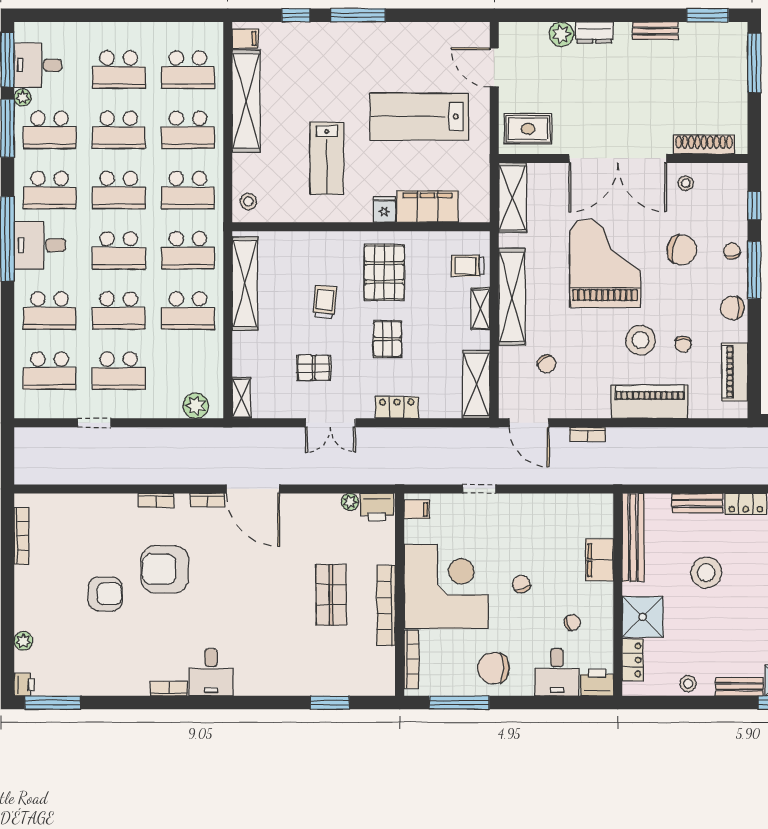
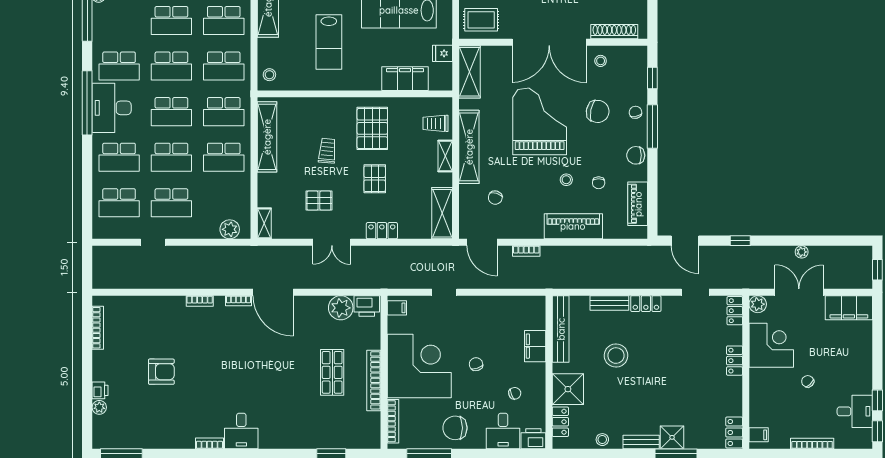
school desk: (50, 130) -> (119, 21), removed
fridge: (384, 209) -> (443, 53), moved, turned -90
desk: (40, 245) -> (112, 108), width x1.37
stool: (641, 340) -> (566, 180), width x0.53, depth x0.53
chair: (547, 364) -> (495, 198), turned 51
plant: (350, 502) -> (341, 308), width x1.87, depth x1.87
armchair: (165, 569) -> (206, 353), removed
printer: (24, 685) -> (100, 390), moved

